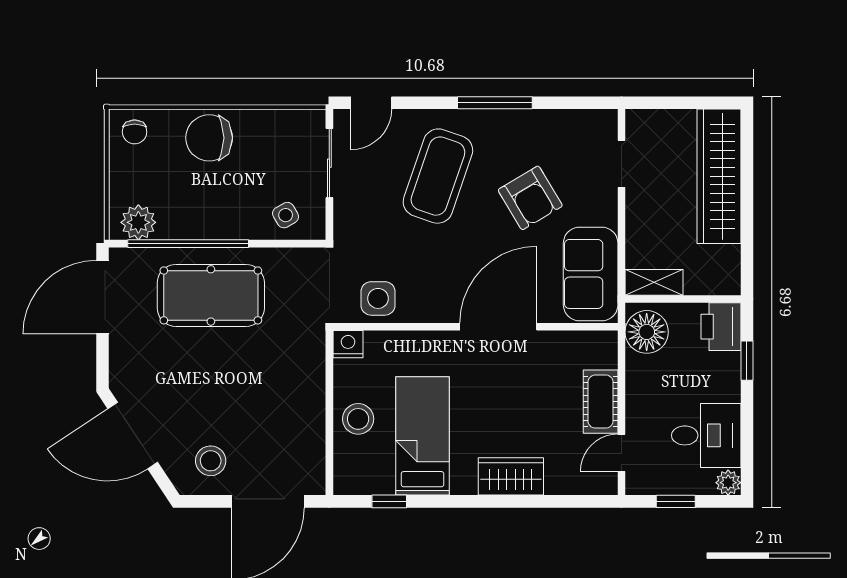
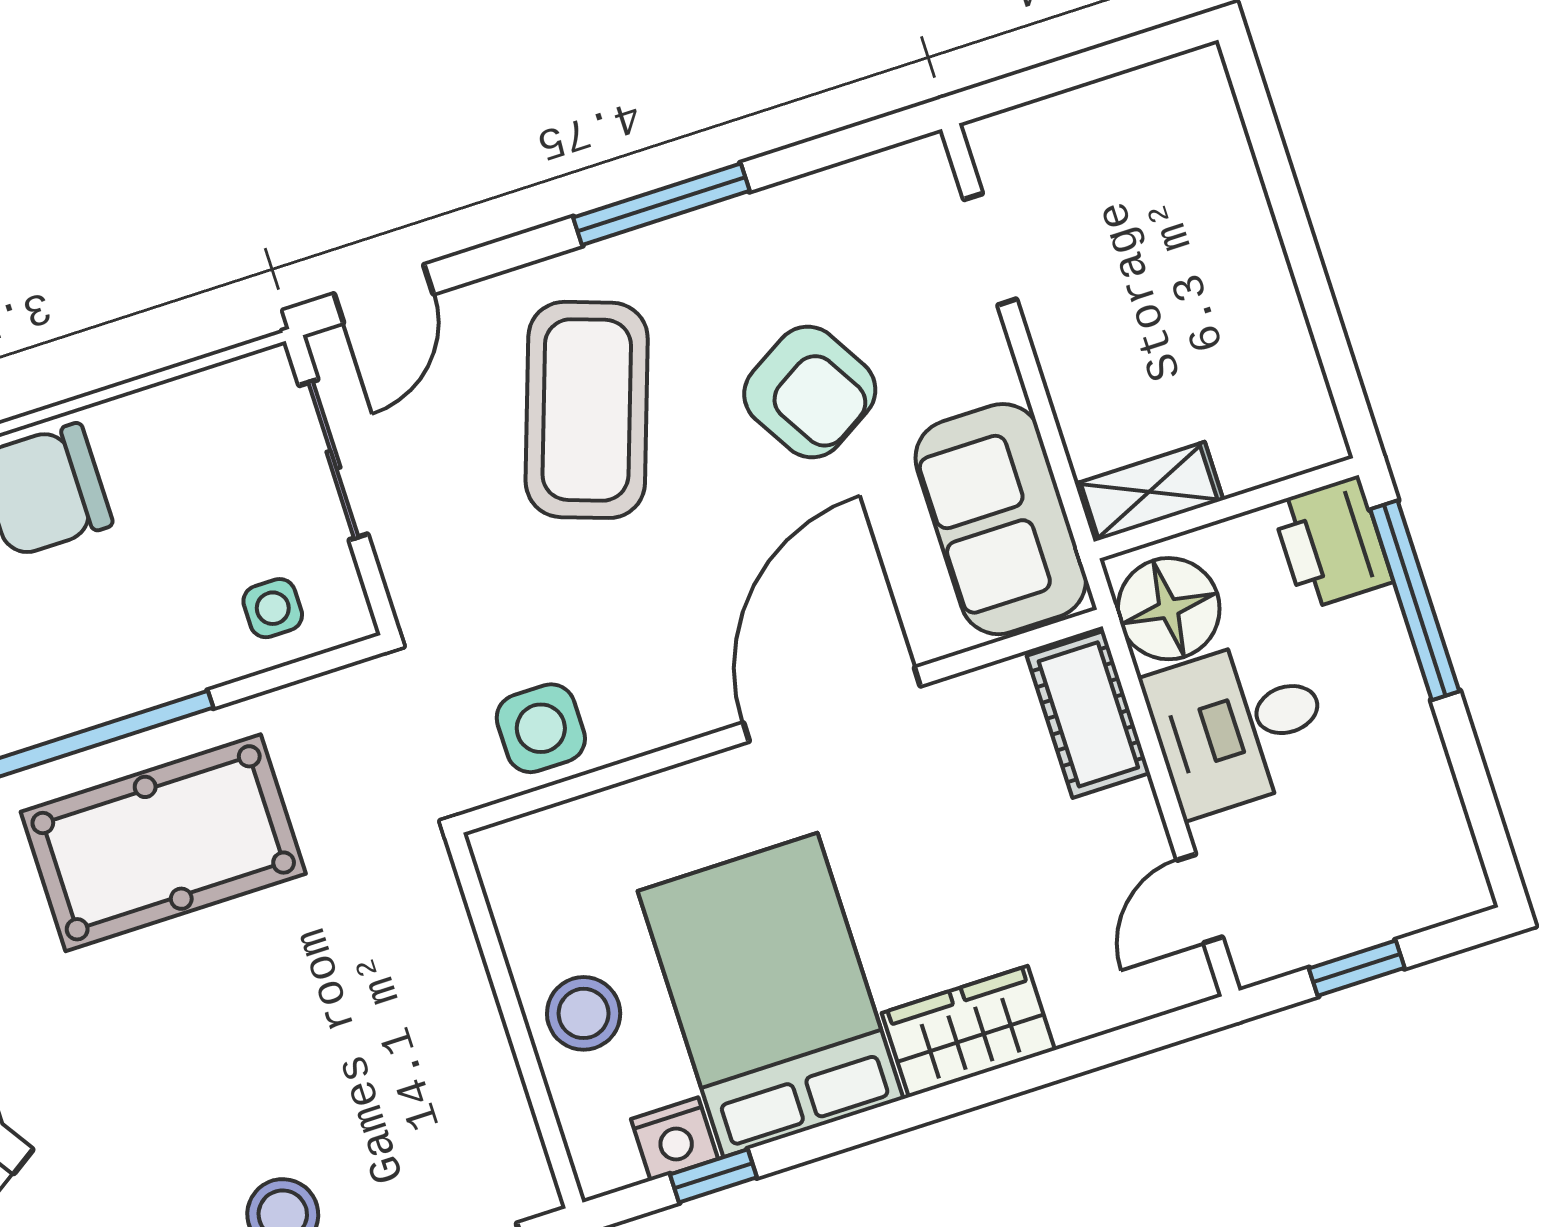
wardrobe: (719, 176) -> (1218, 207), removed
side table: (286, 215) -> (273, 608), turned 30
nightstand: (348, 344) -> (675, 1139), moved, turned 180
window: (747, 361) -> (1415, 600), width x2.17
cot: (601, 402) -> (1088, 714), moved
desk: (706, 435) -> (1239, 725), moved, turned 180
bed: (423, 436) -> (771, 995), width x1.50
plant: (728, 483) -> (1461, 888), removed

